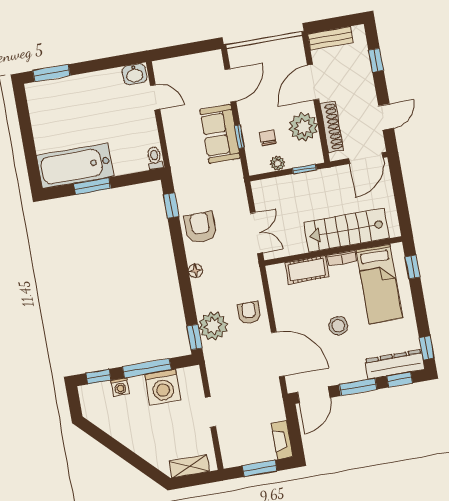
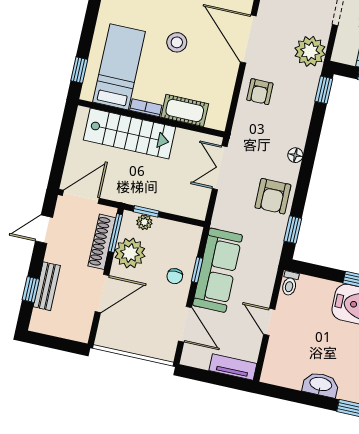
bench: (330, 38) -> (47, 286), moved, turned 90
tv unit: (174, 66) -> (233, 367), added
washbasin: (135, 74) -> (321, 385), moved, width x1.38
door: (230, 85) -> (185, 324), swing flipped
door: (155, 97) -> (269, 322), moved
sofa: (220, 134) -> (218, 270), width x1.36
chair: (268, 138) -> (175, 276), moved
window: (323, 139) -> (115, 233), added
plant: (277, 163) -> (144, 222), moved
plant: (213, 326) -> (310, 51), moved

